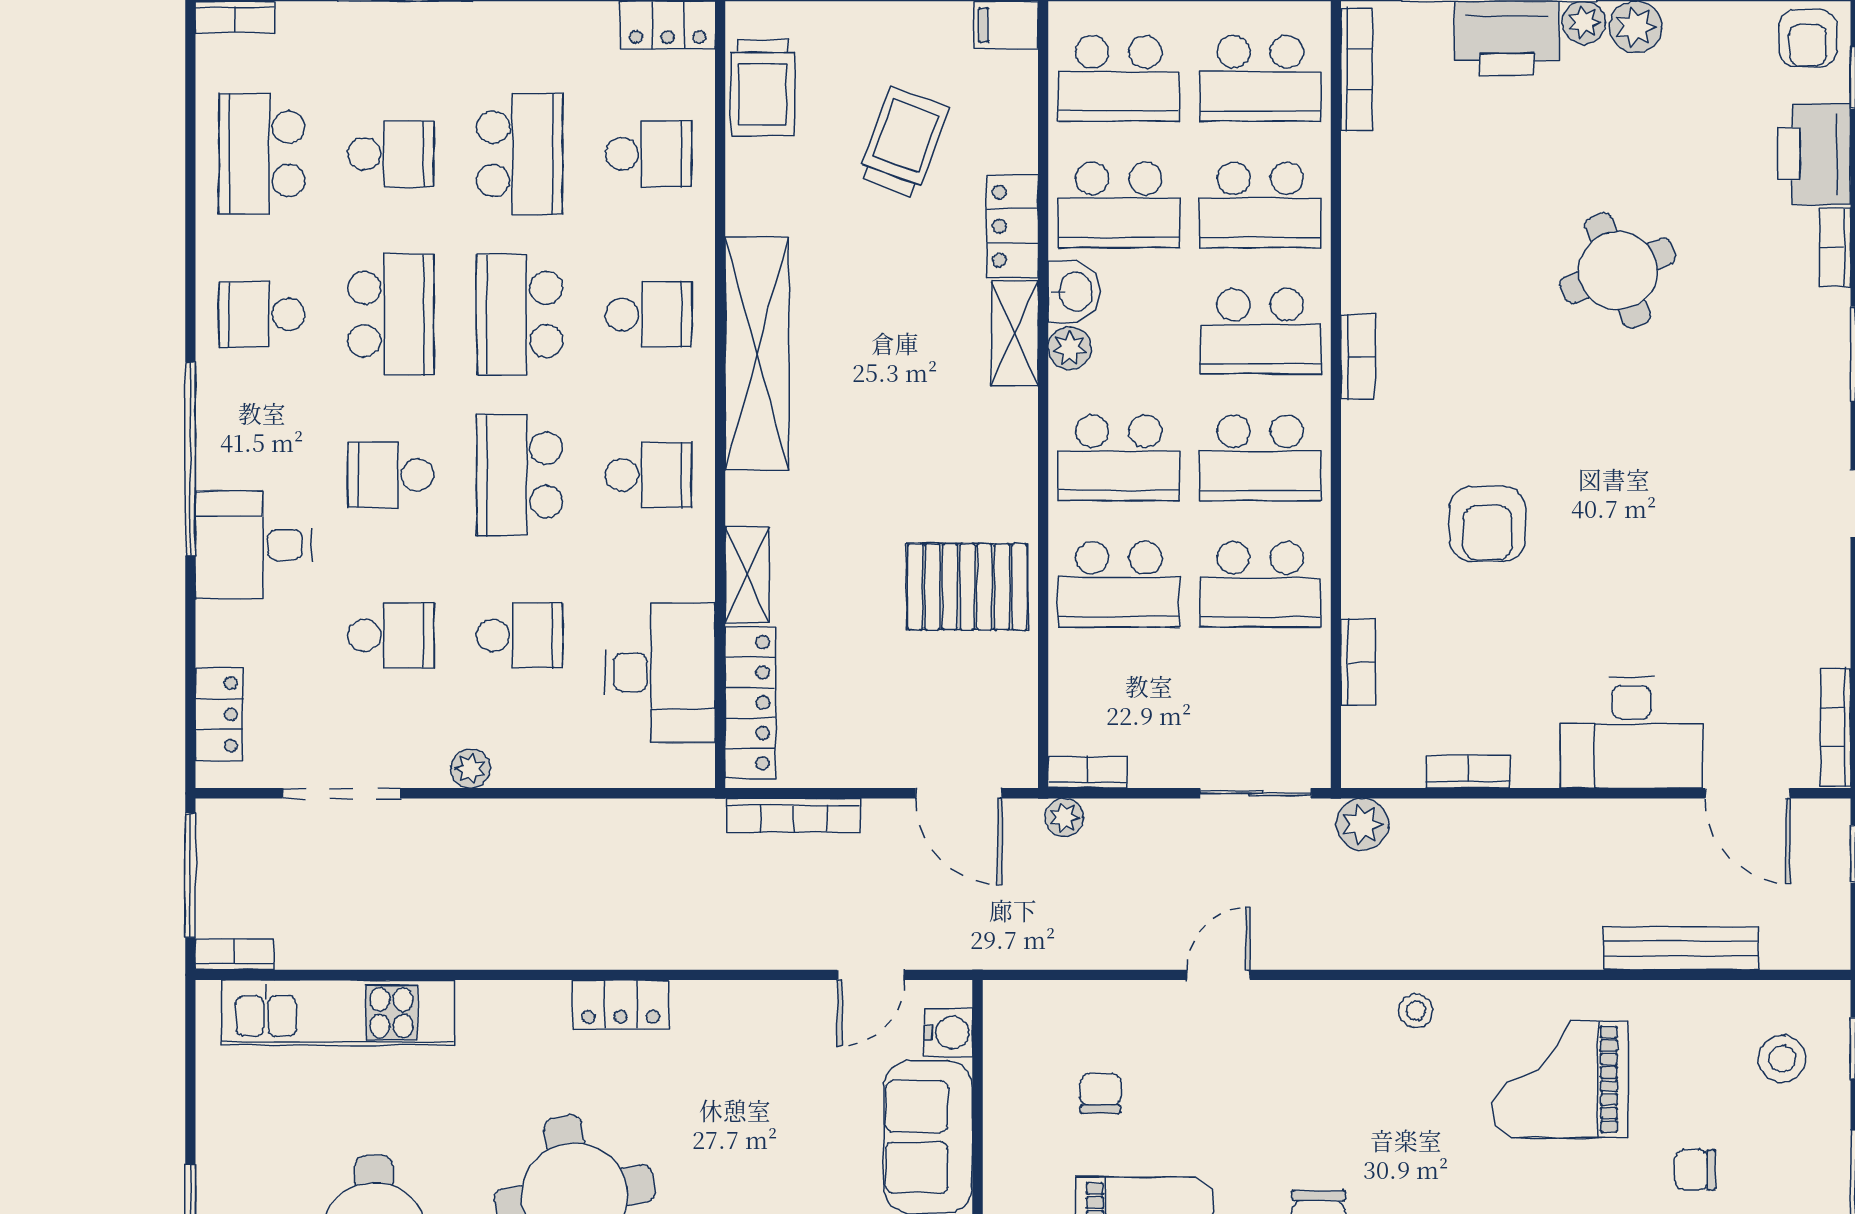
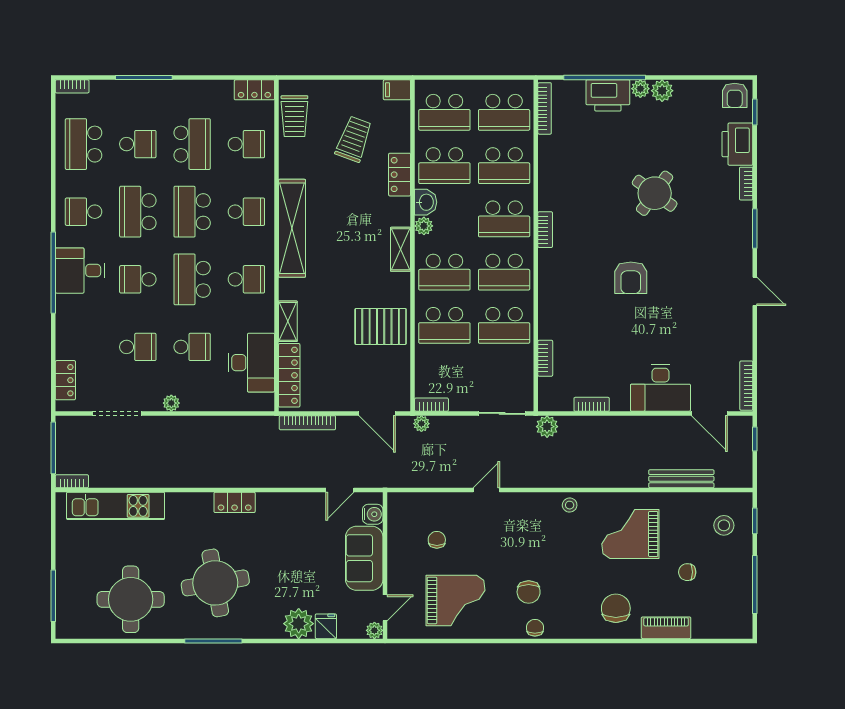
round table: (1618, 271) -> (655, 193), turned -32
school desk: (391, 314) -> (138, 212), turned 180
shelving: (1014, 334) -> (401, 249), moved
armchair: (1488, 524) -> (631, 278), moved
desk: (253, 545) -> (80, 271), moved

